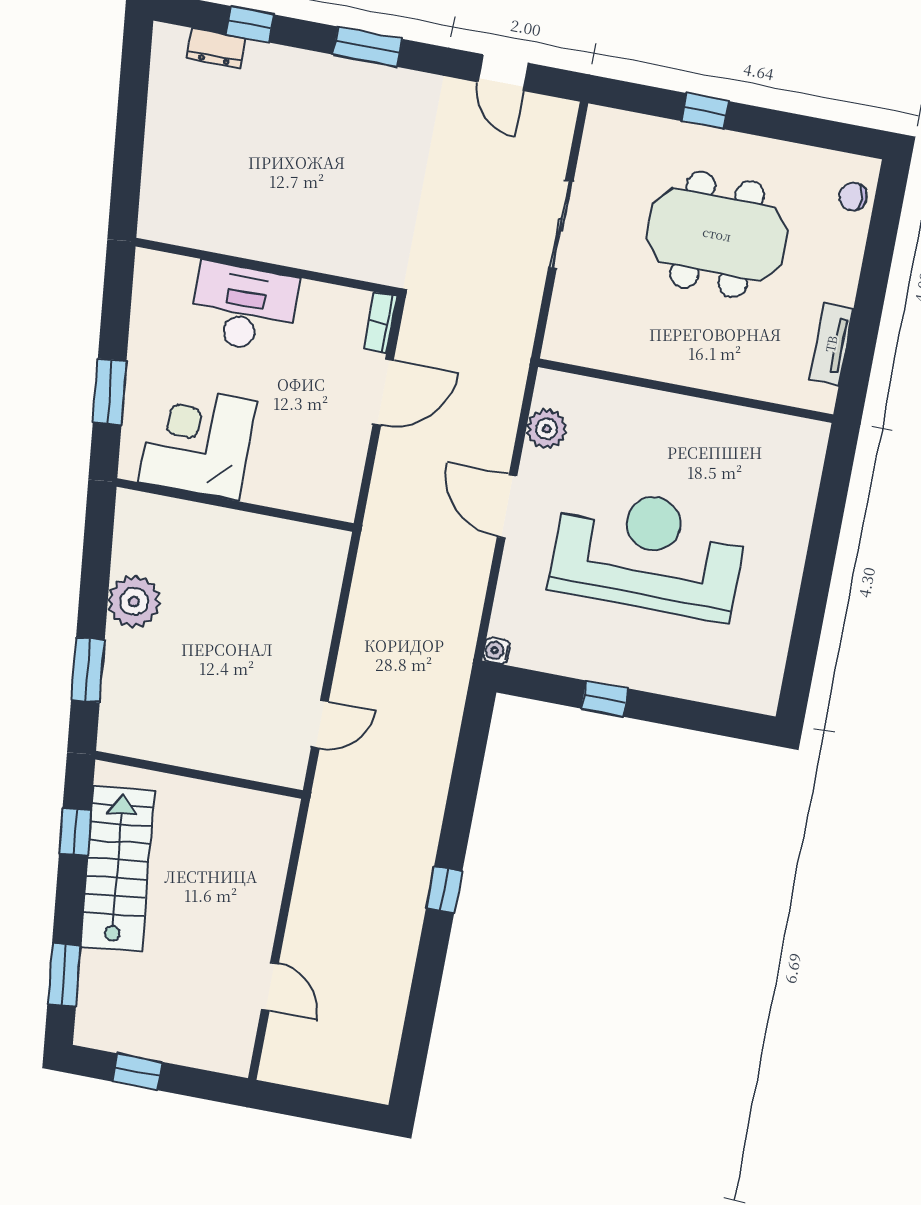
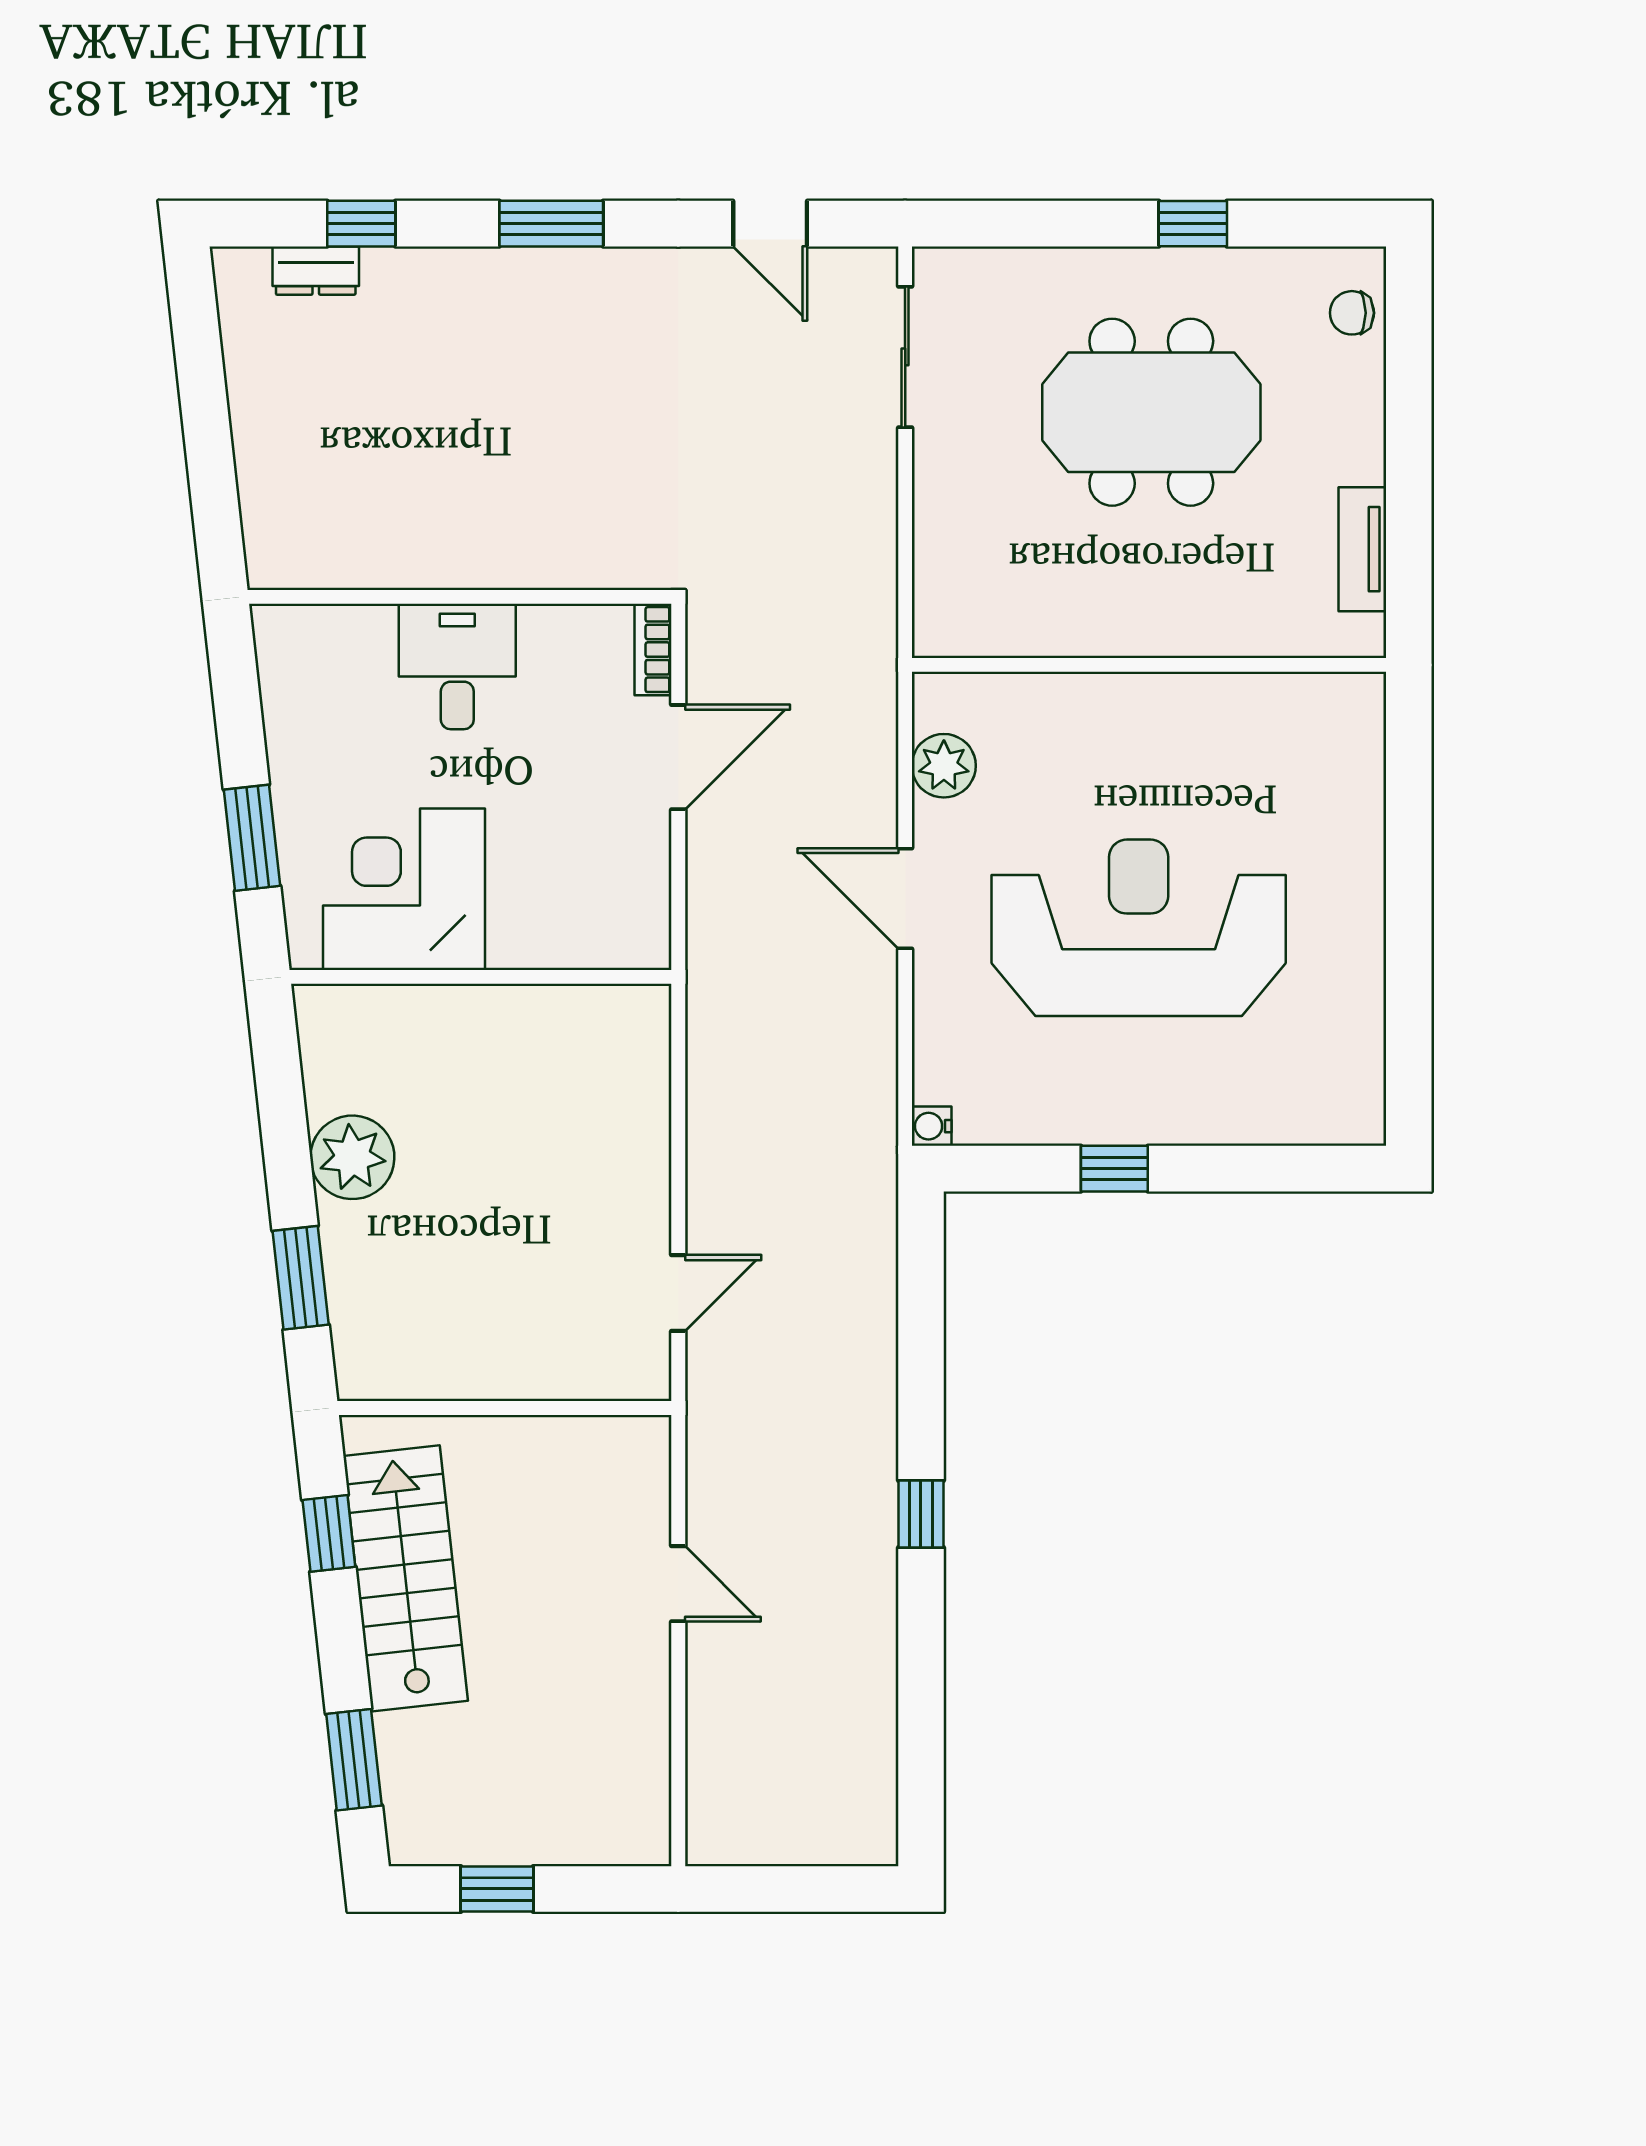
window: (705, 111) -> (1193, 224), moved
sliding door: (561, 225) -> (905, 357), moved
desk: (244, 307) -> (457, 667), width x0.73
door: (270, 986) -> (678, 1584), moved

